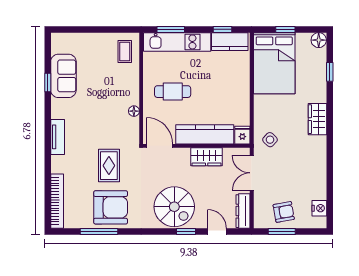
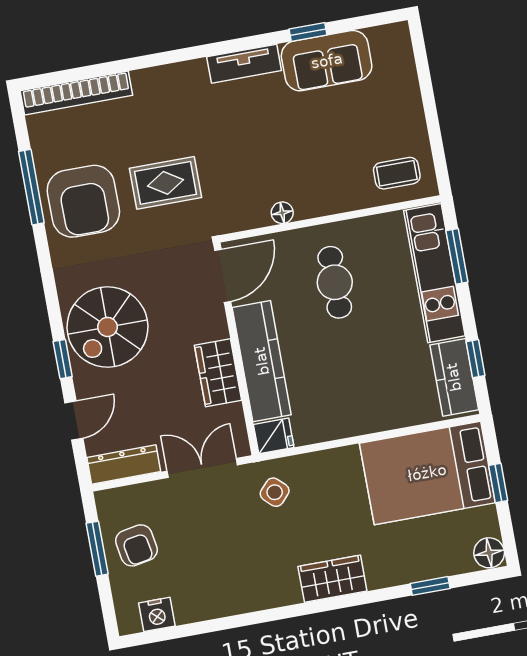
tv unit: (58, 137) -> (244, 64), moved

